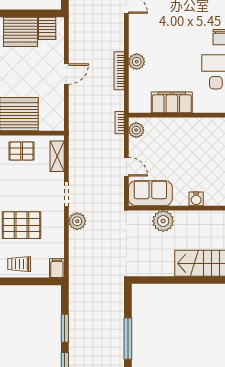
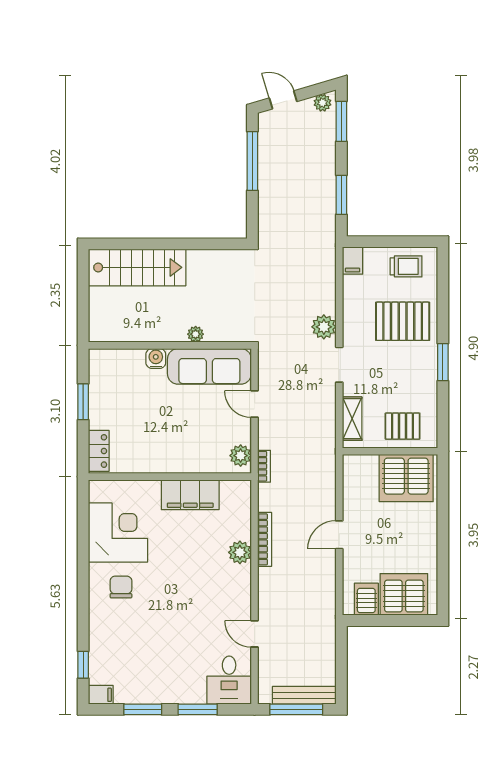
sofa: (150, 193) -> (209, 366), width x1.36
plant: (163, 221) -> (196, 334), width x0.53, depth x0.53
window: (65, 328) -> (341, 195), moved

